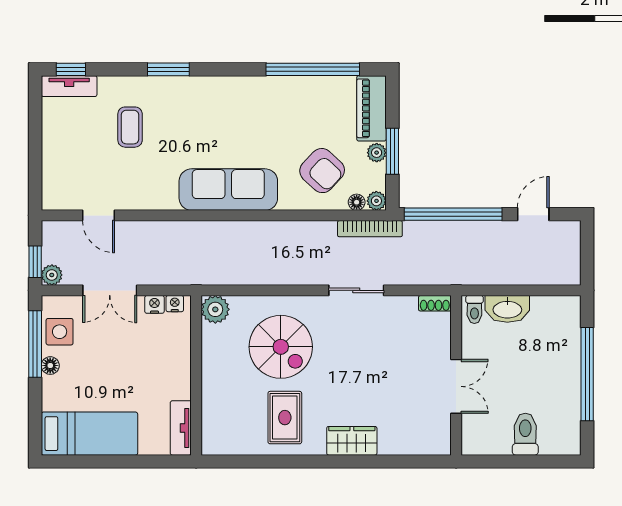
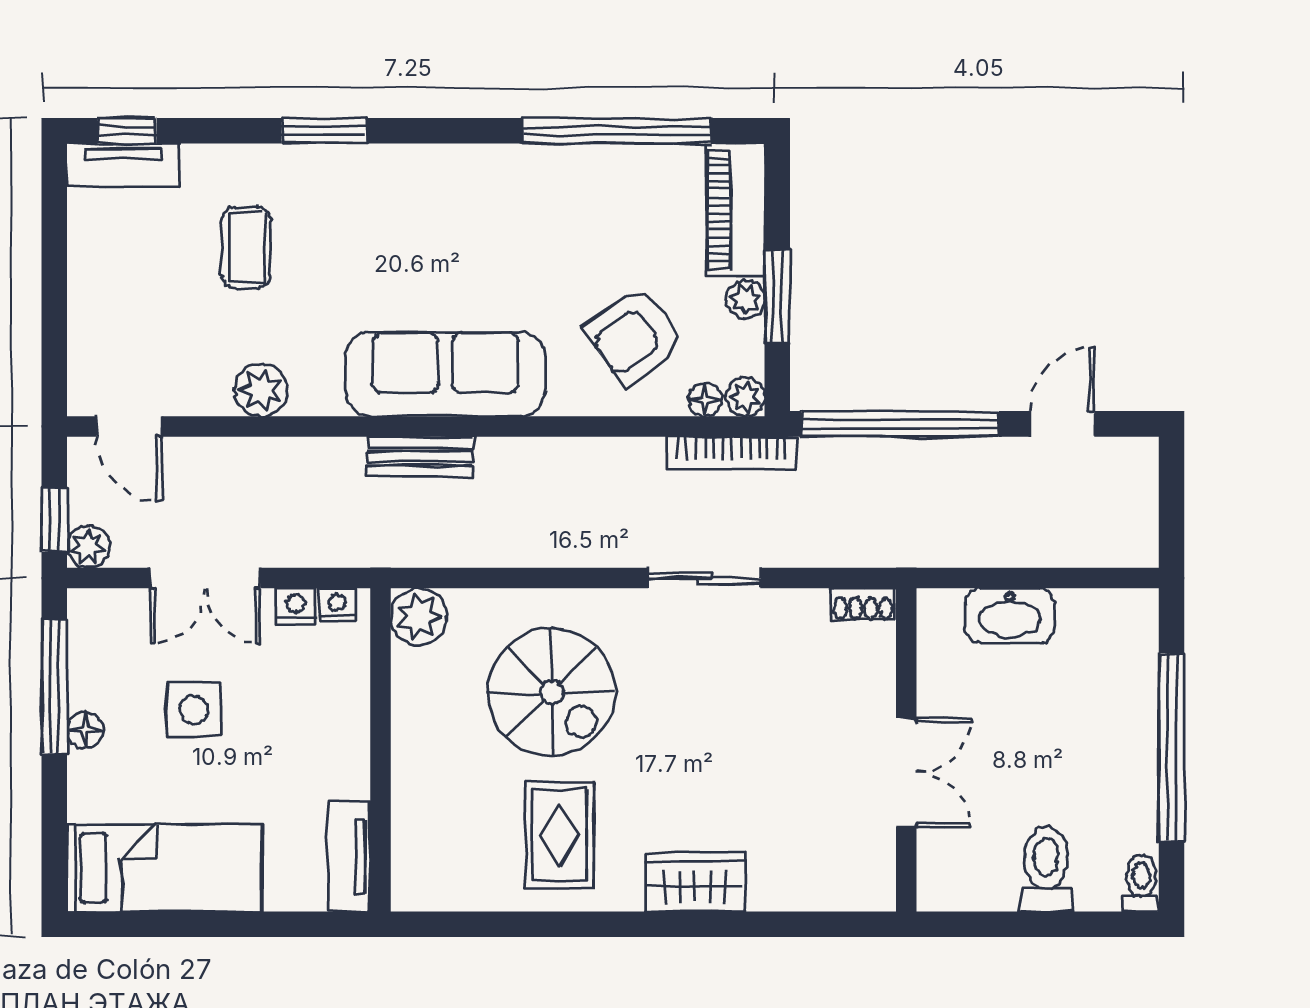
armchair: (322, 171) -> (635, 336), turned 101
plant: (137, 197) -> (261, 390), added
door: (99, 215) -> (129, 426), moved
bench: (216, 230) -> (420, 457), added
toilet: (474, 309) -> (1141, 883), moved, turned 180
side table: (60, 332) -> (194, 710), moved

